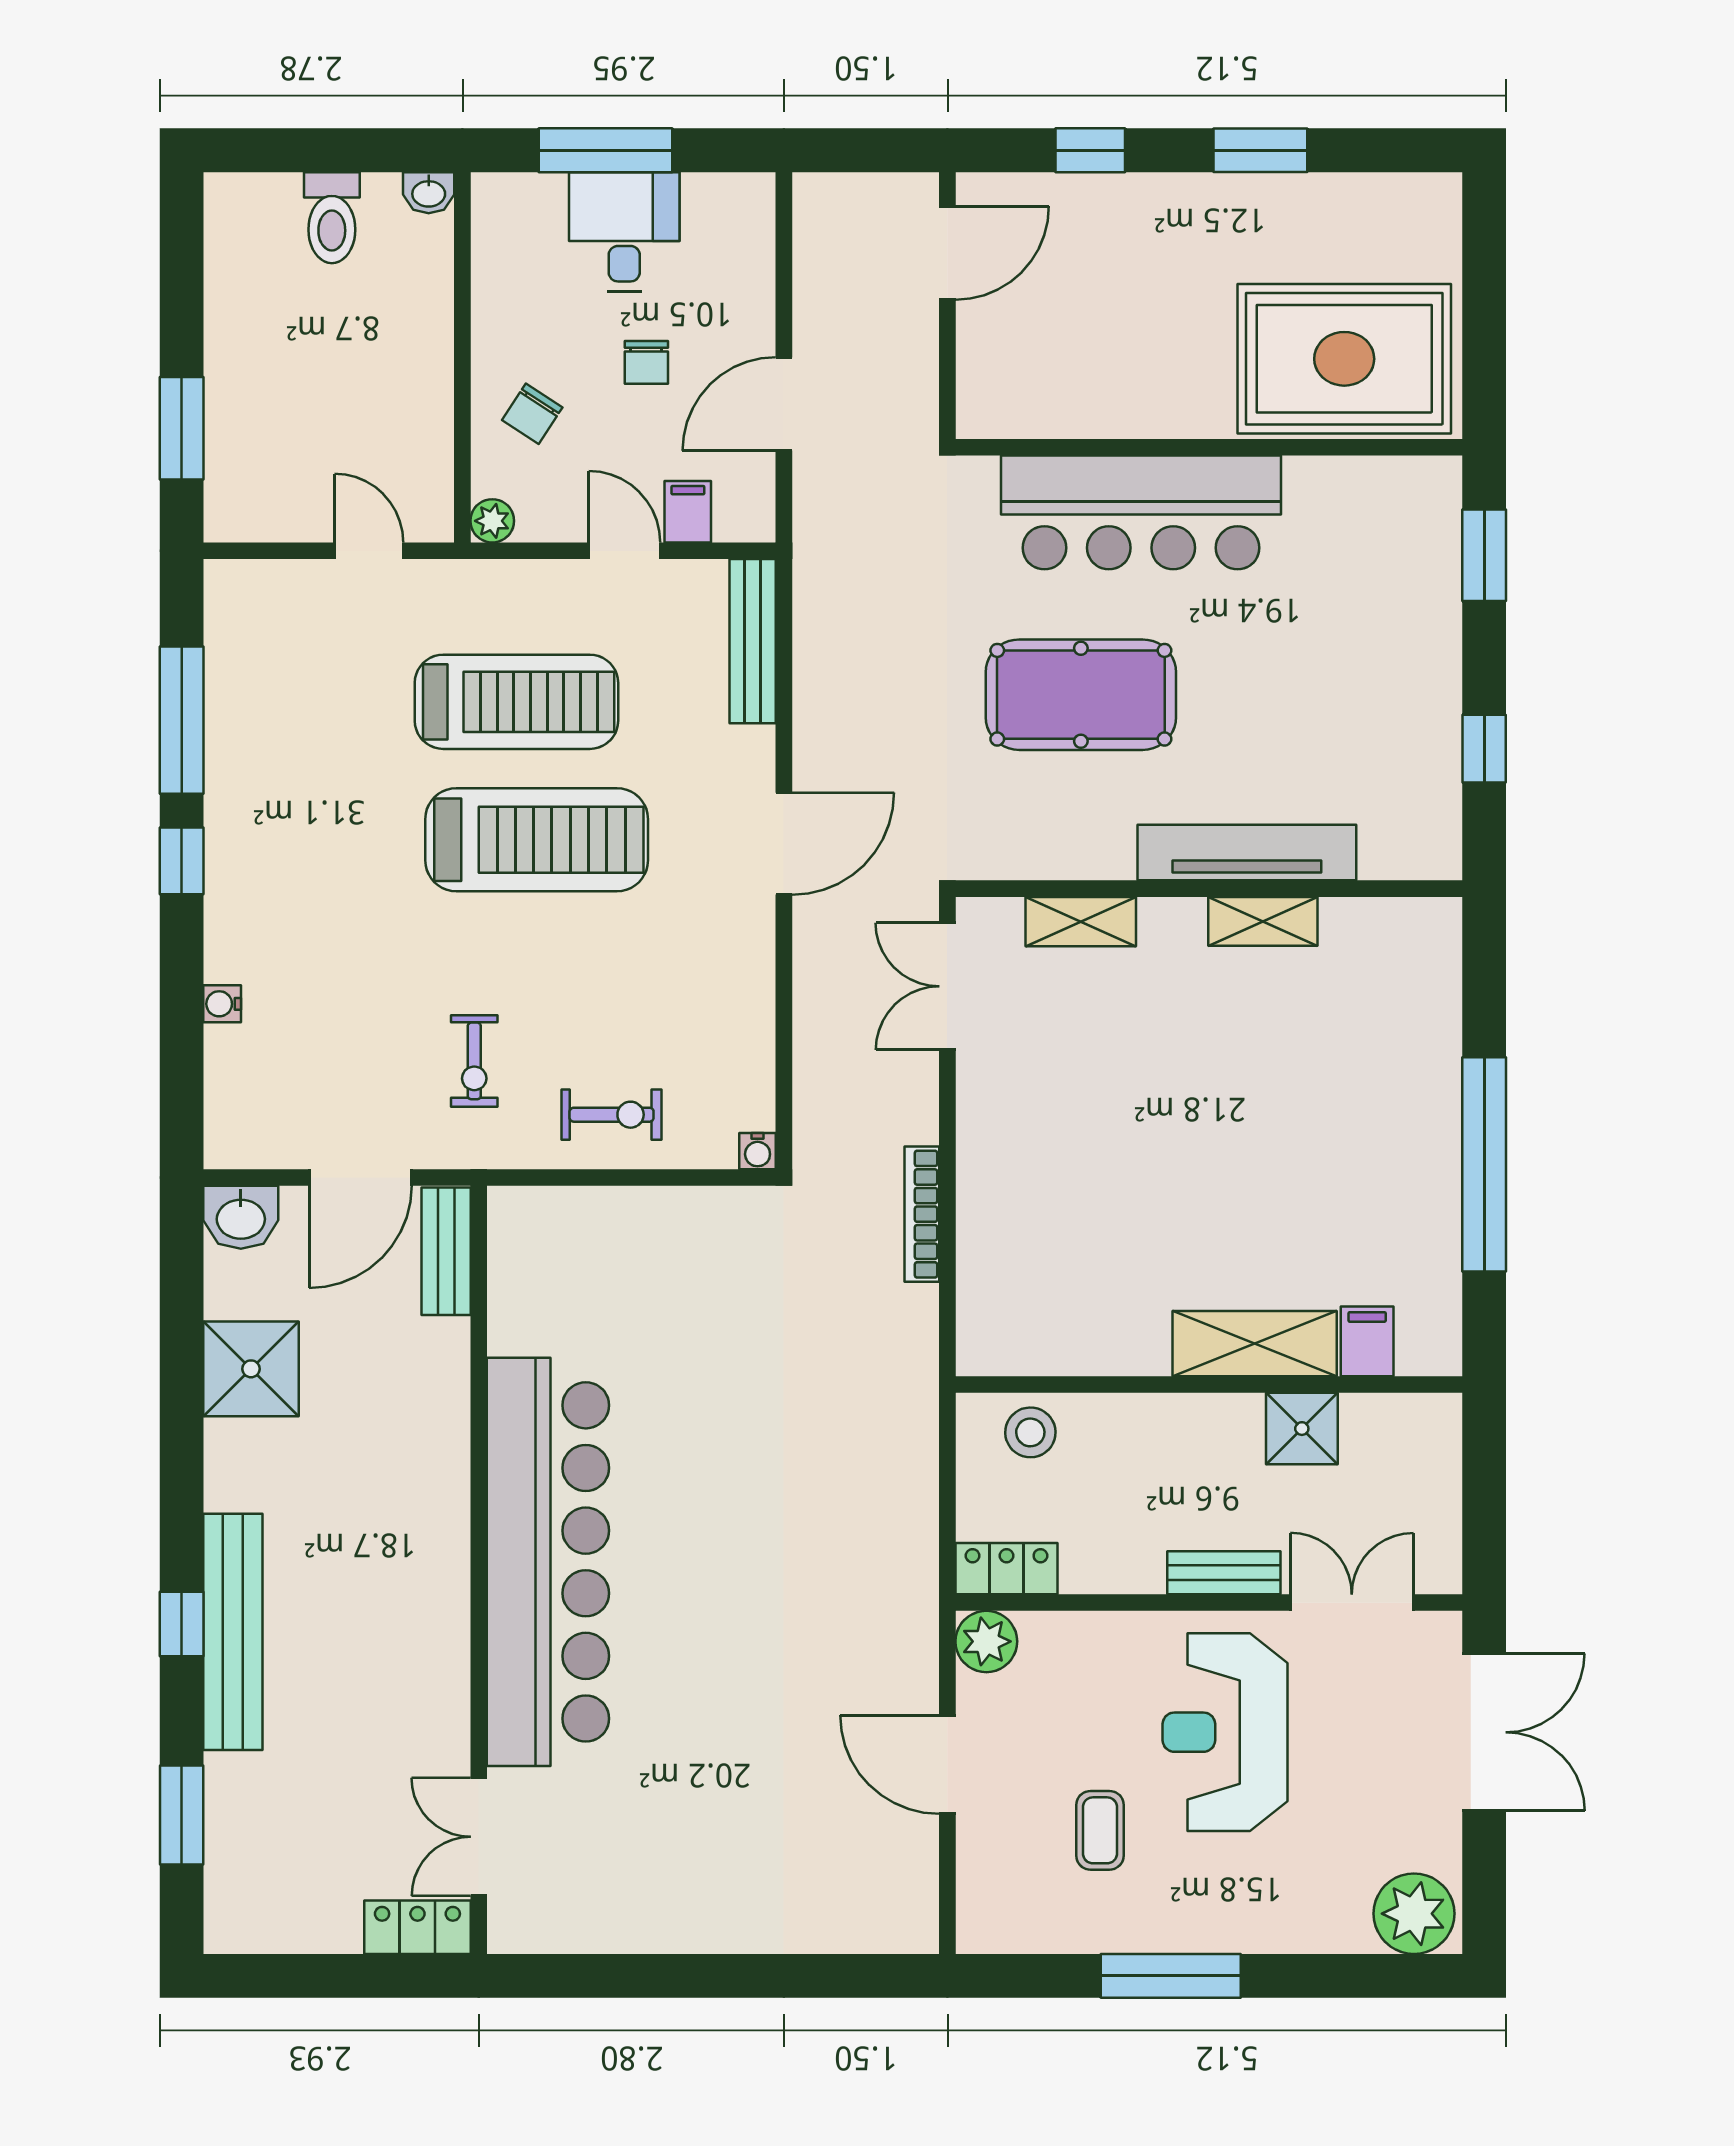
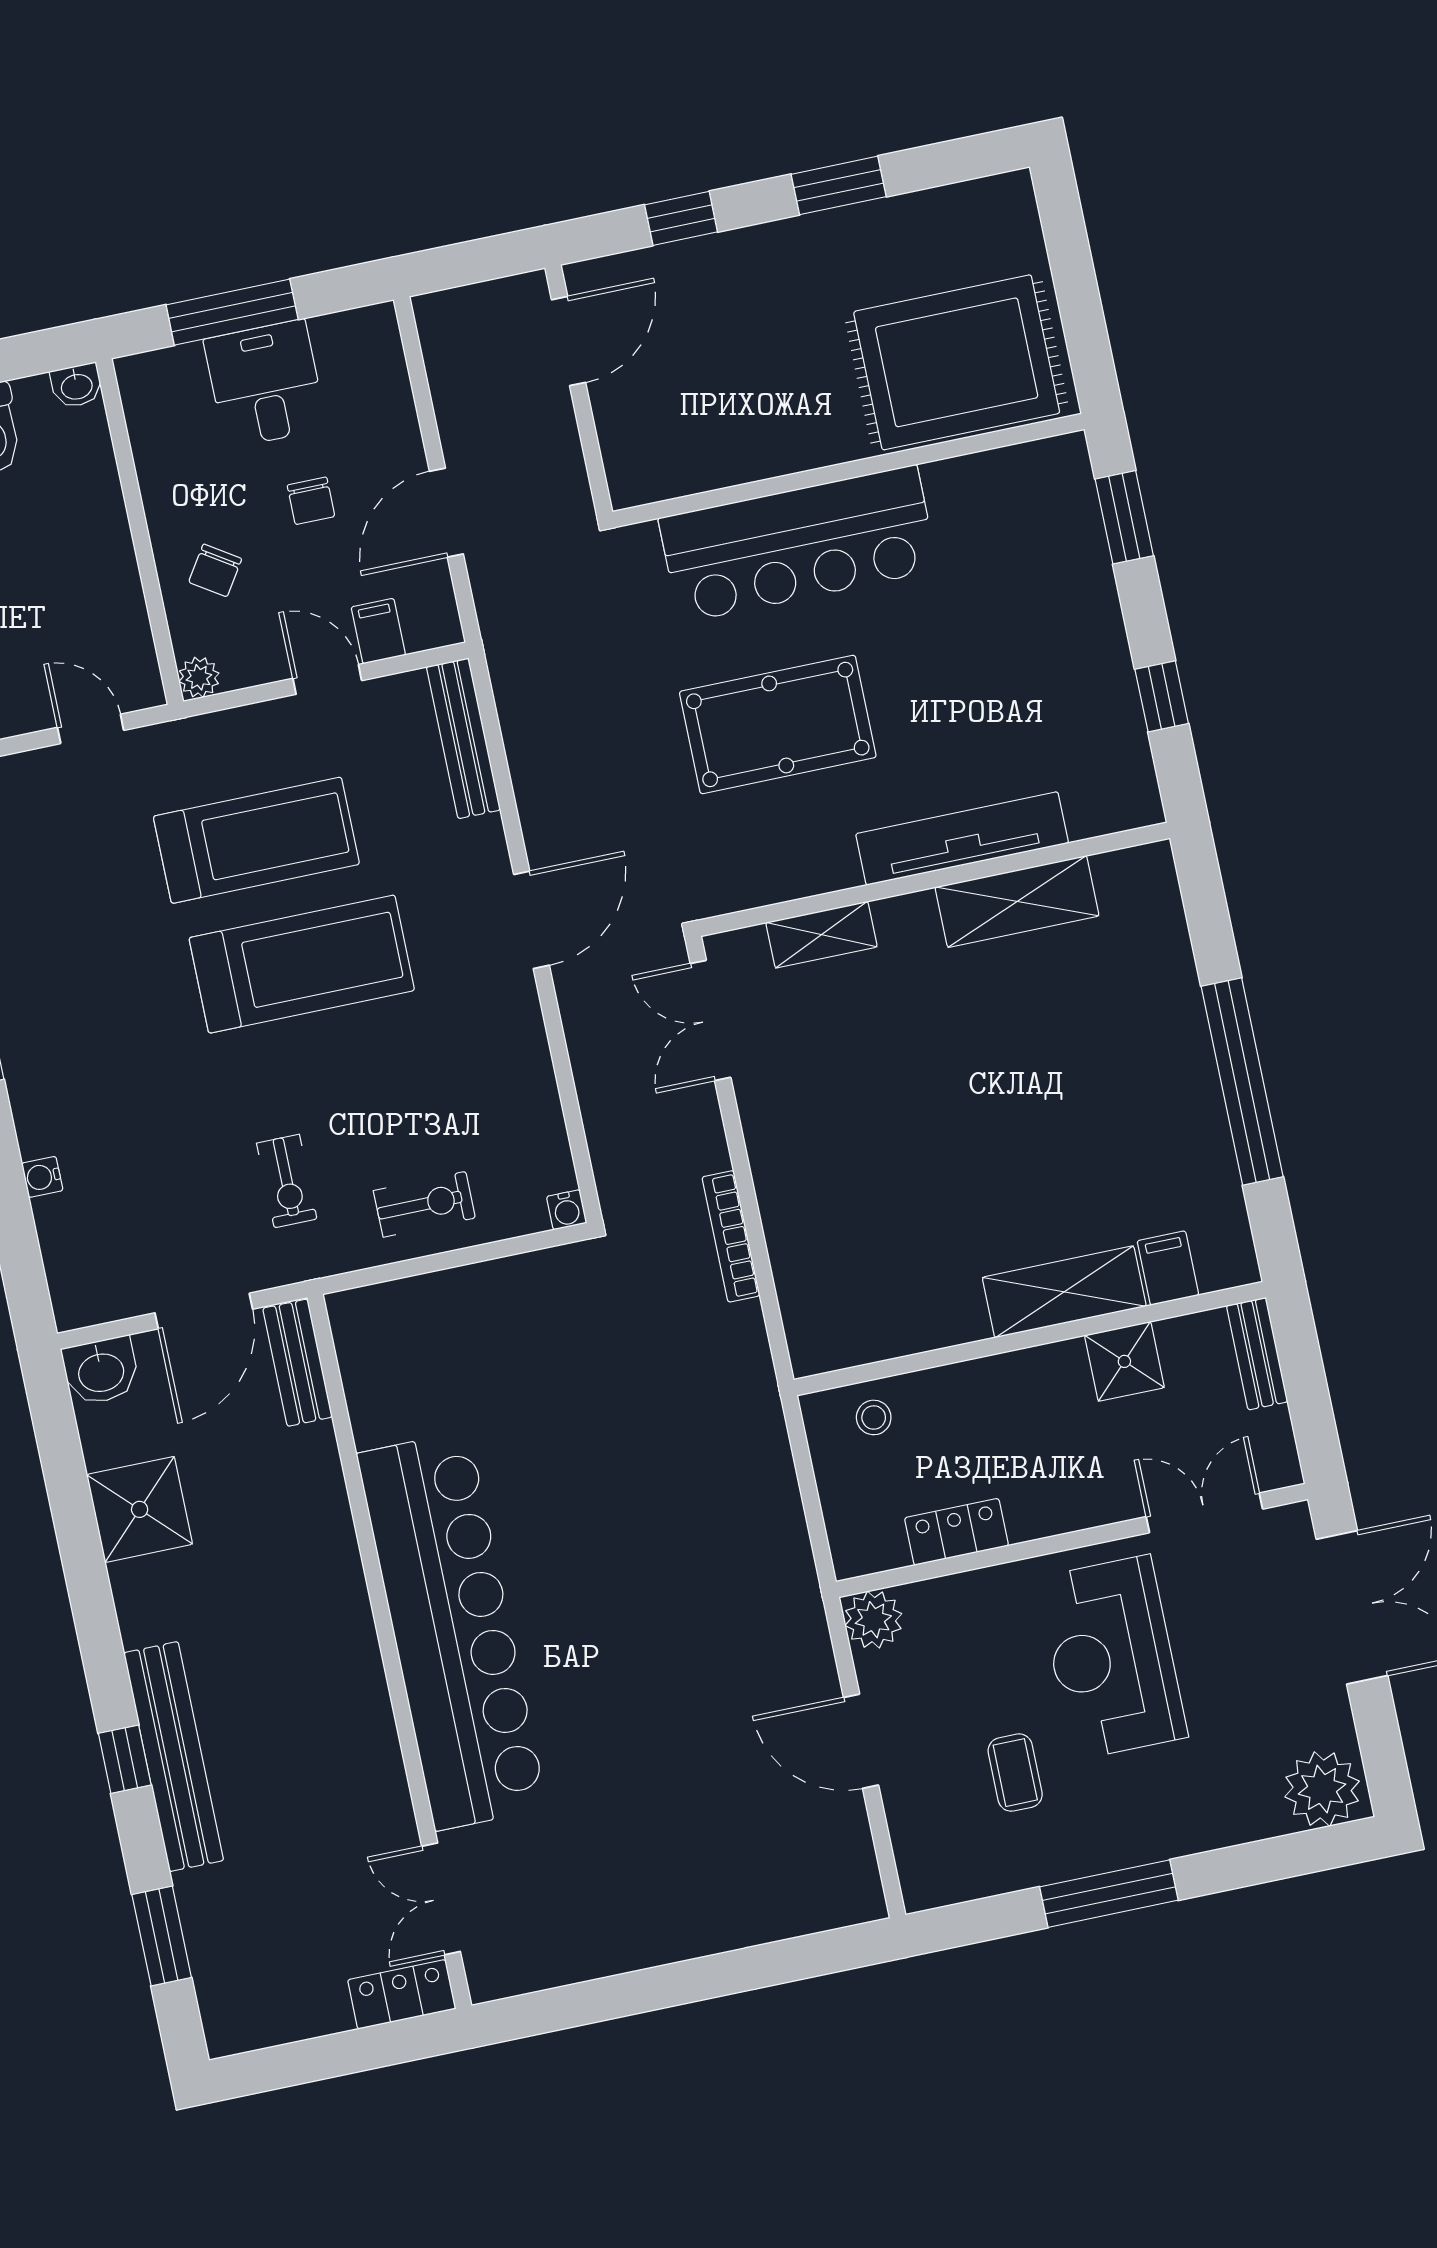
shelving: (1263, 921) -> (1017, 901), width x1.50, depth x1.33
stool: (1030, 1432) -> (874, 1417), width x0.73, depth x0.73
locker: (1006, 1569) -> (956, 1532), moved
bench: (1224, 1573) -> (1257, 1354), moved, turned 90

